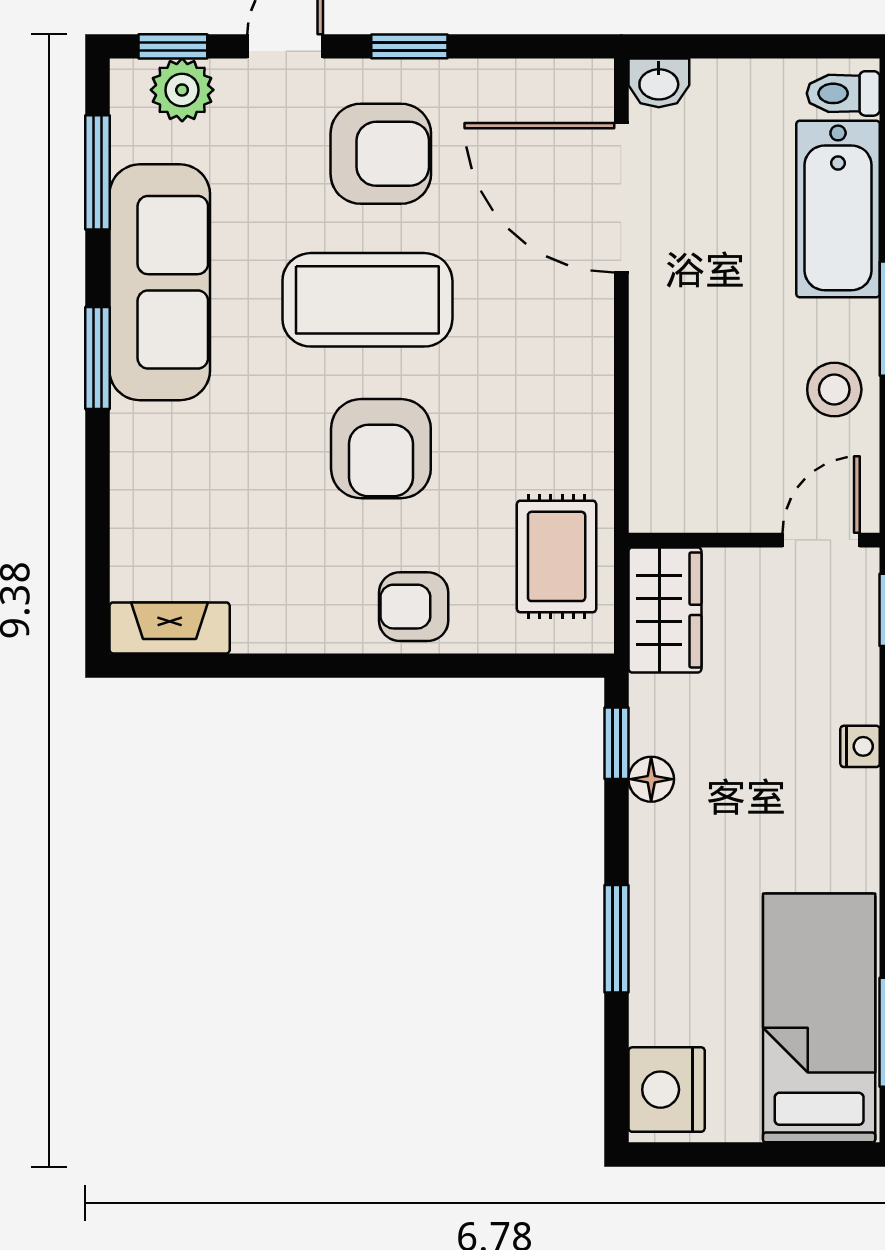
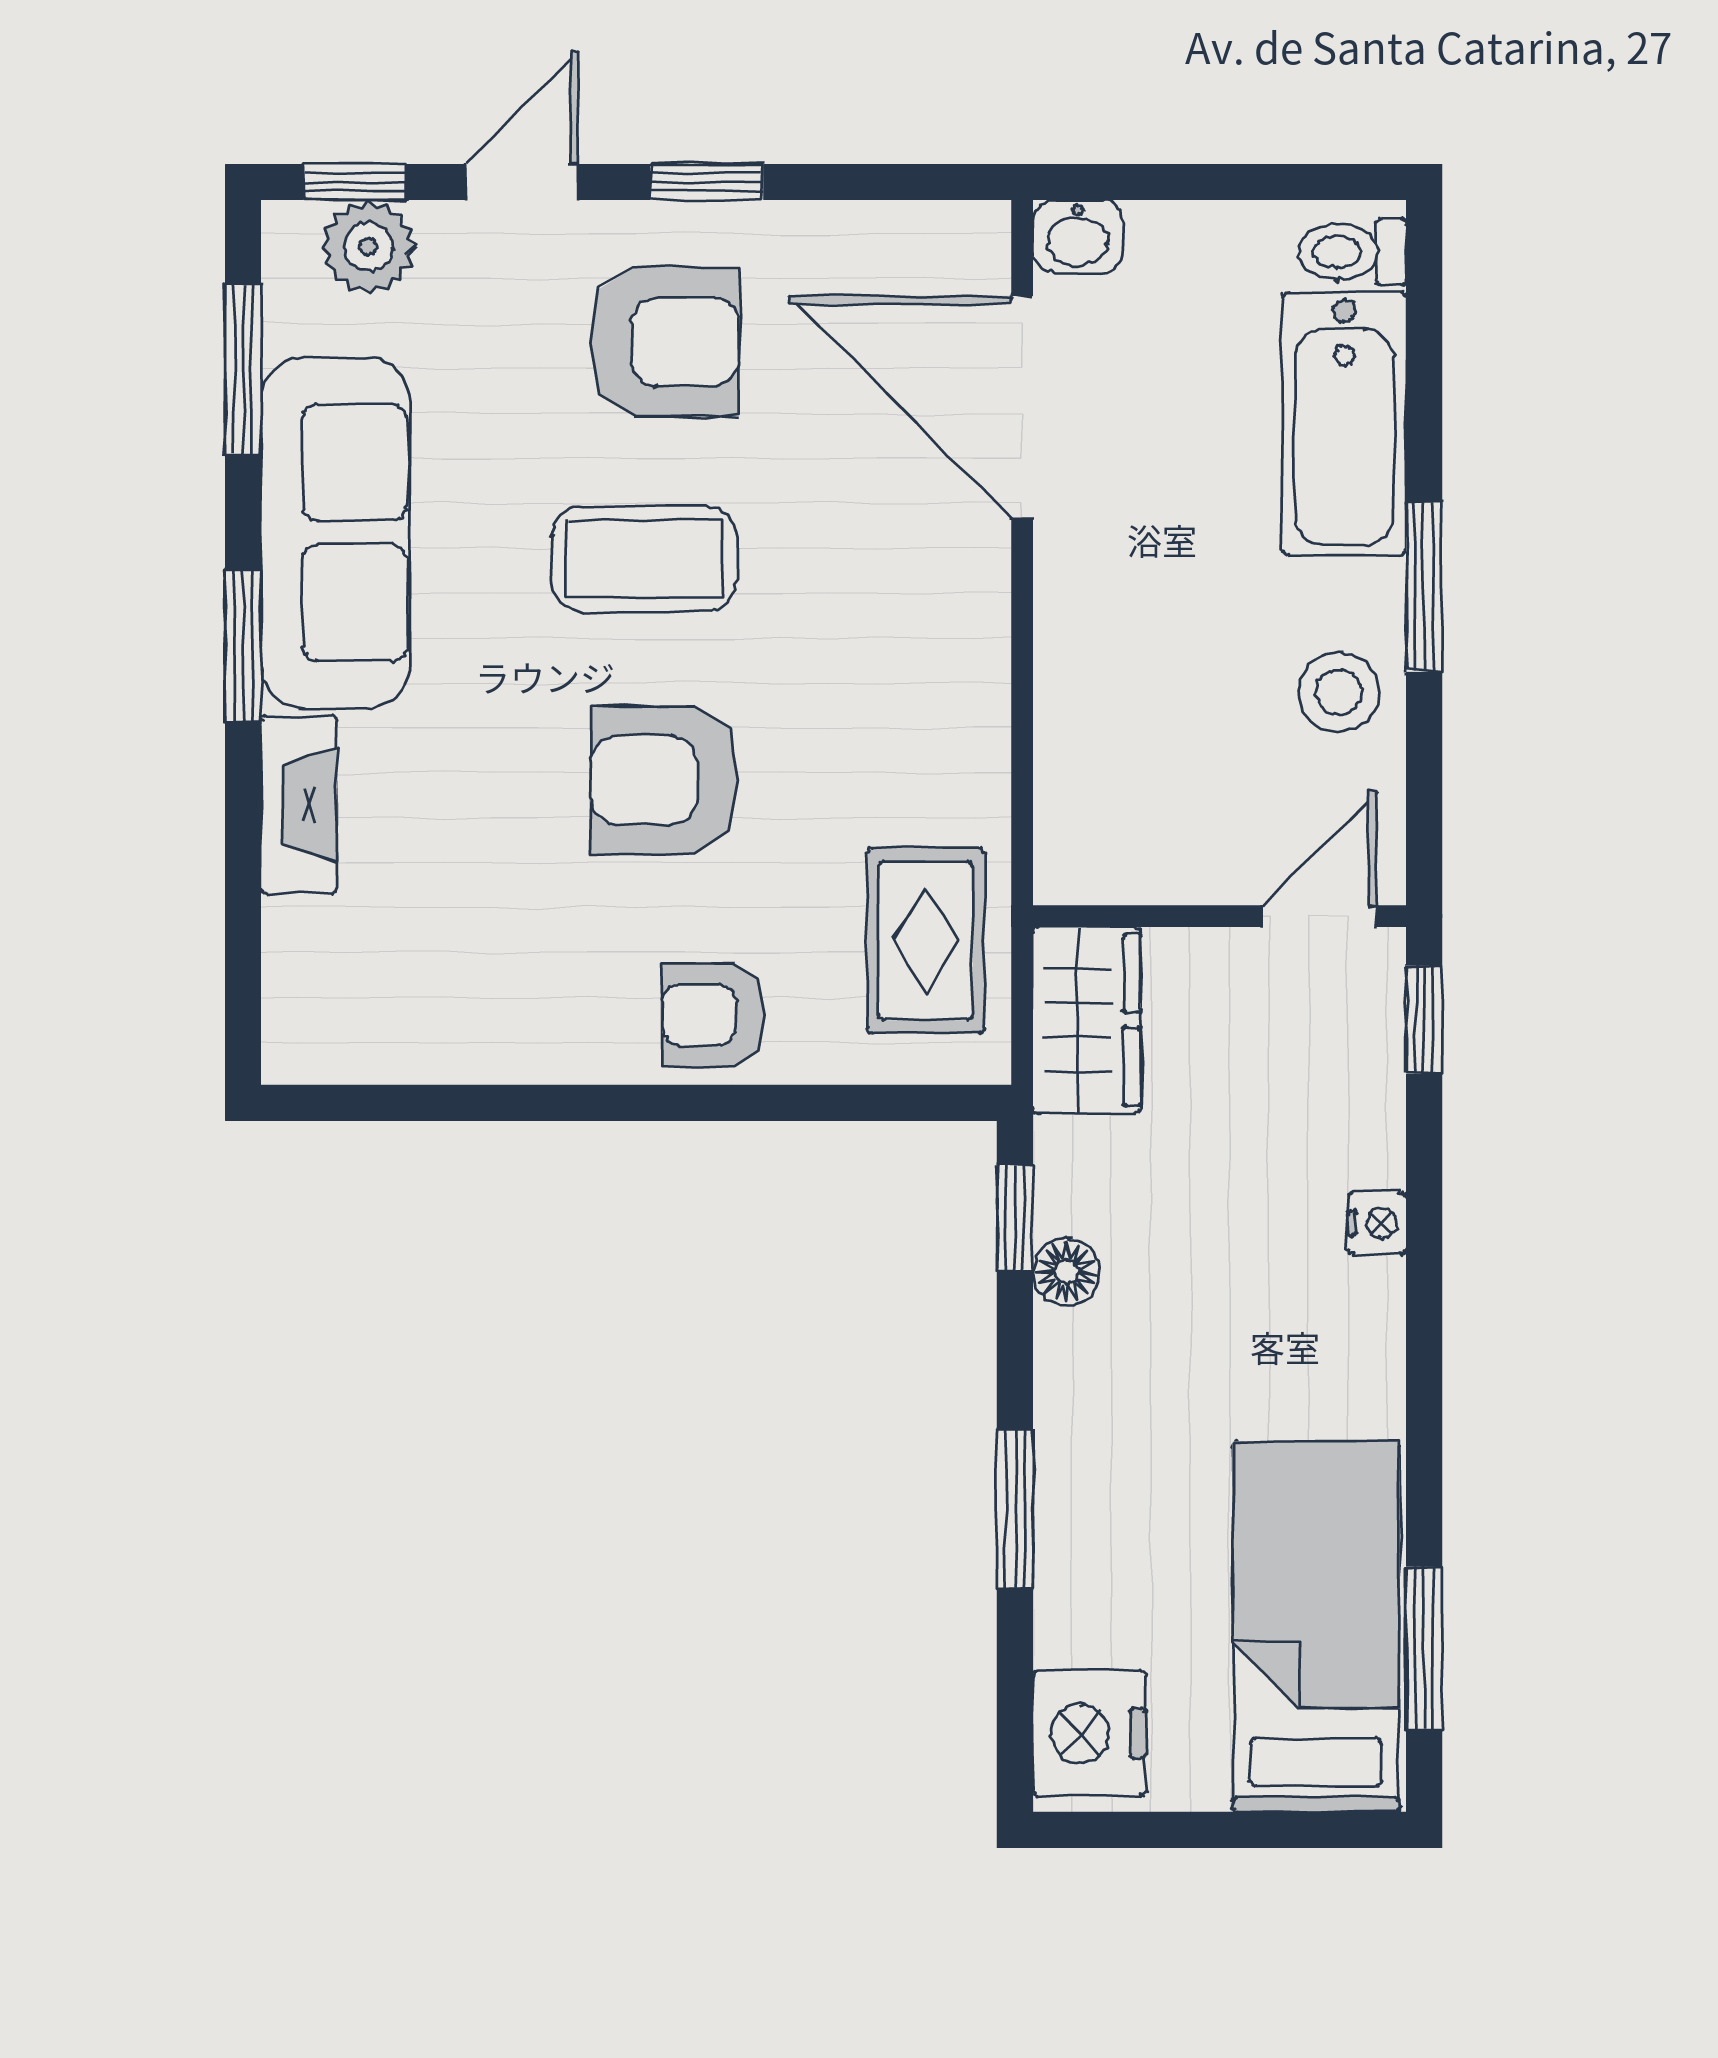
coffee table: (367, 300) -> (644, 559), width x0.73, depth x0.76
armchair: (381, 449) -> (664, 780), turned 90
fireplace: (170, 628) -> (299, 805), moved, turned 90

